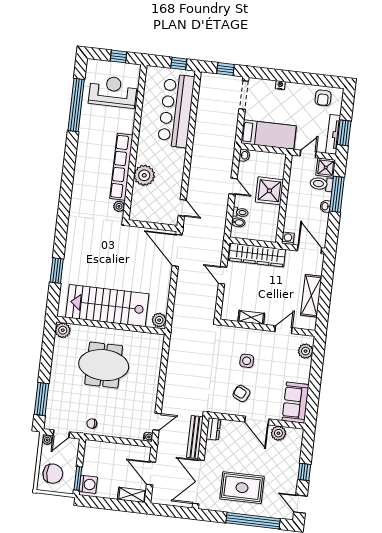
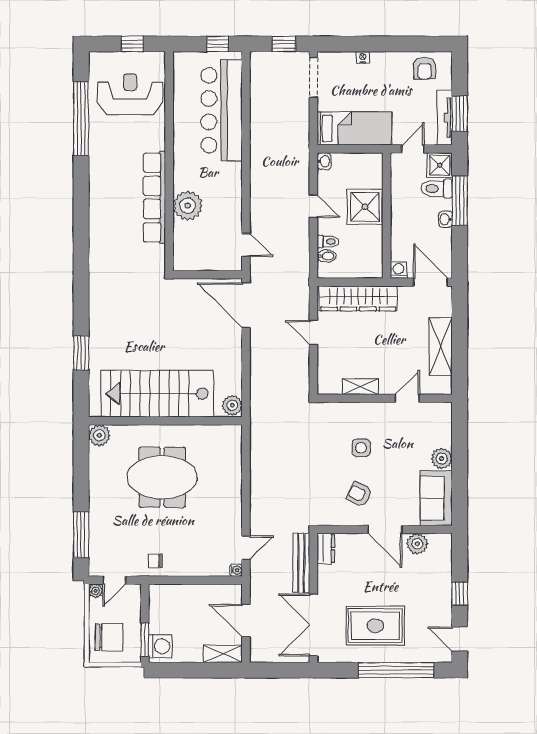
plant: (119, 206) -> (158, 253), removed
plant: (306, 351) -> (442, 459), moved

